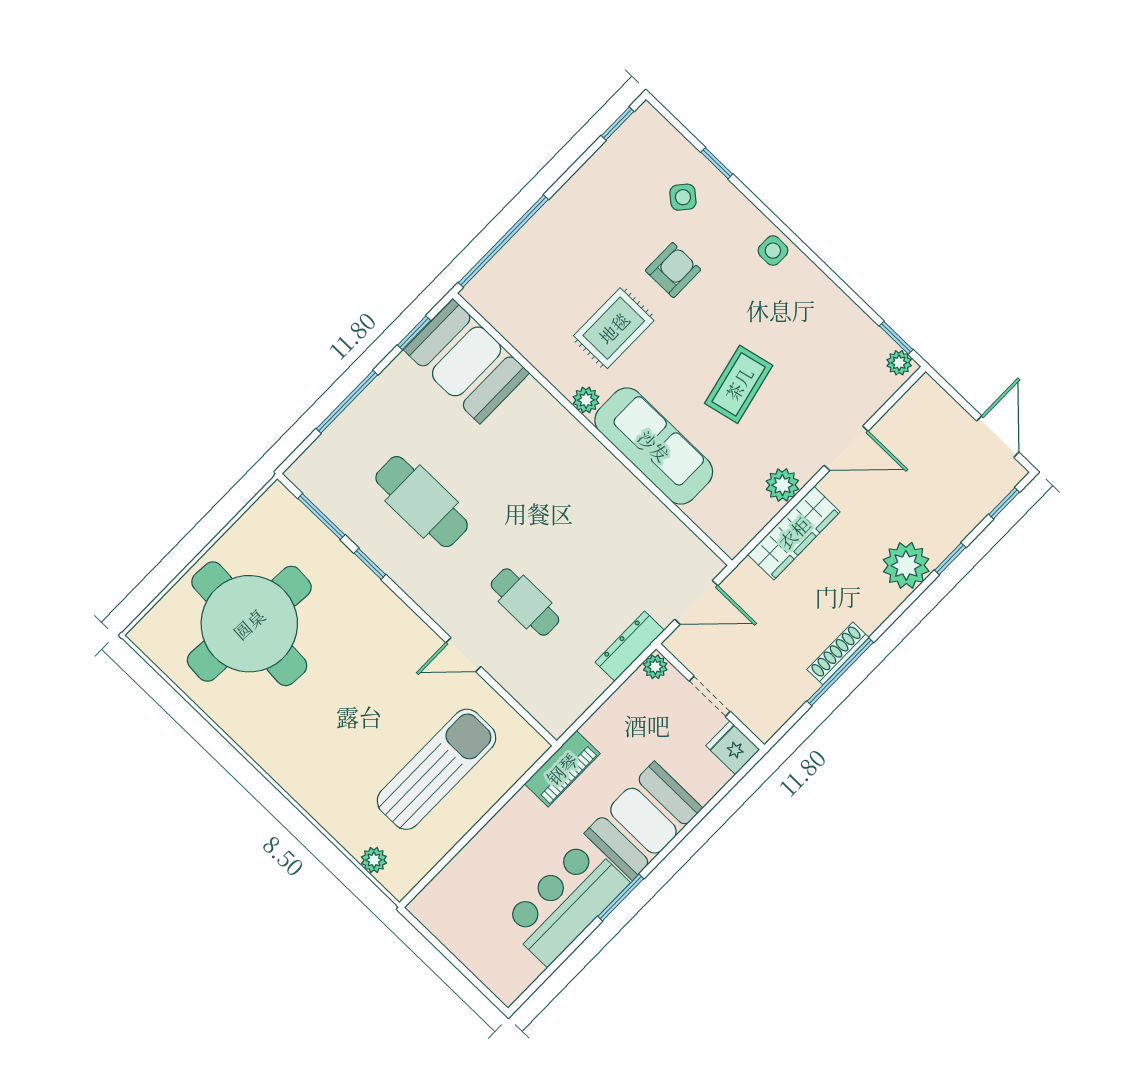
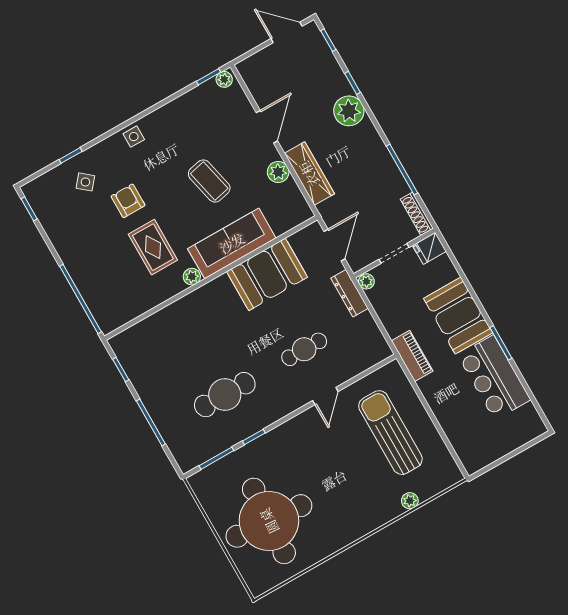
booth: (467, 361) -> (267, 274), moved
shoe rack: (838, 653) -> (417, 214), moved
plant: (374, 860) -> (410, 501), moved

